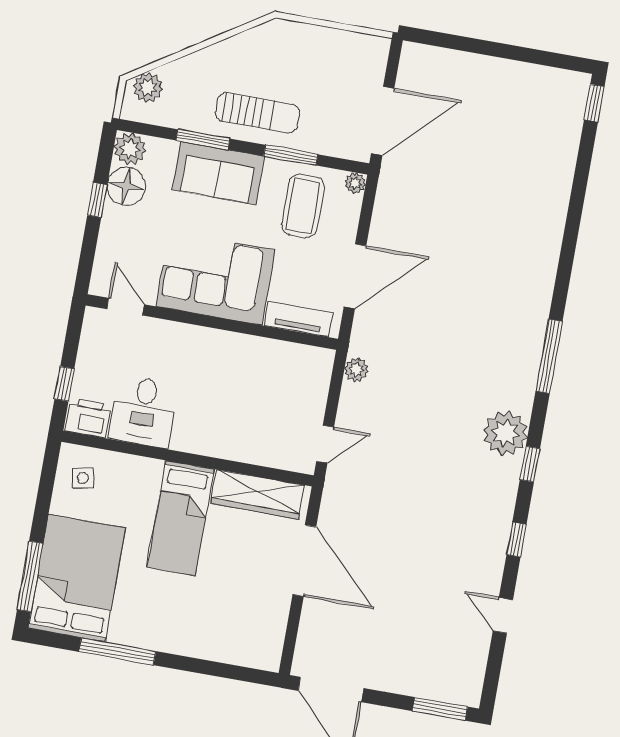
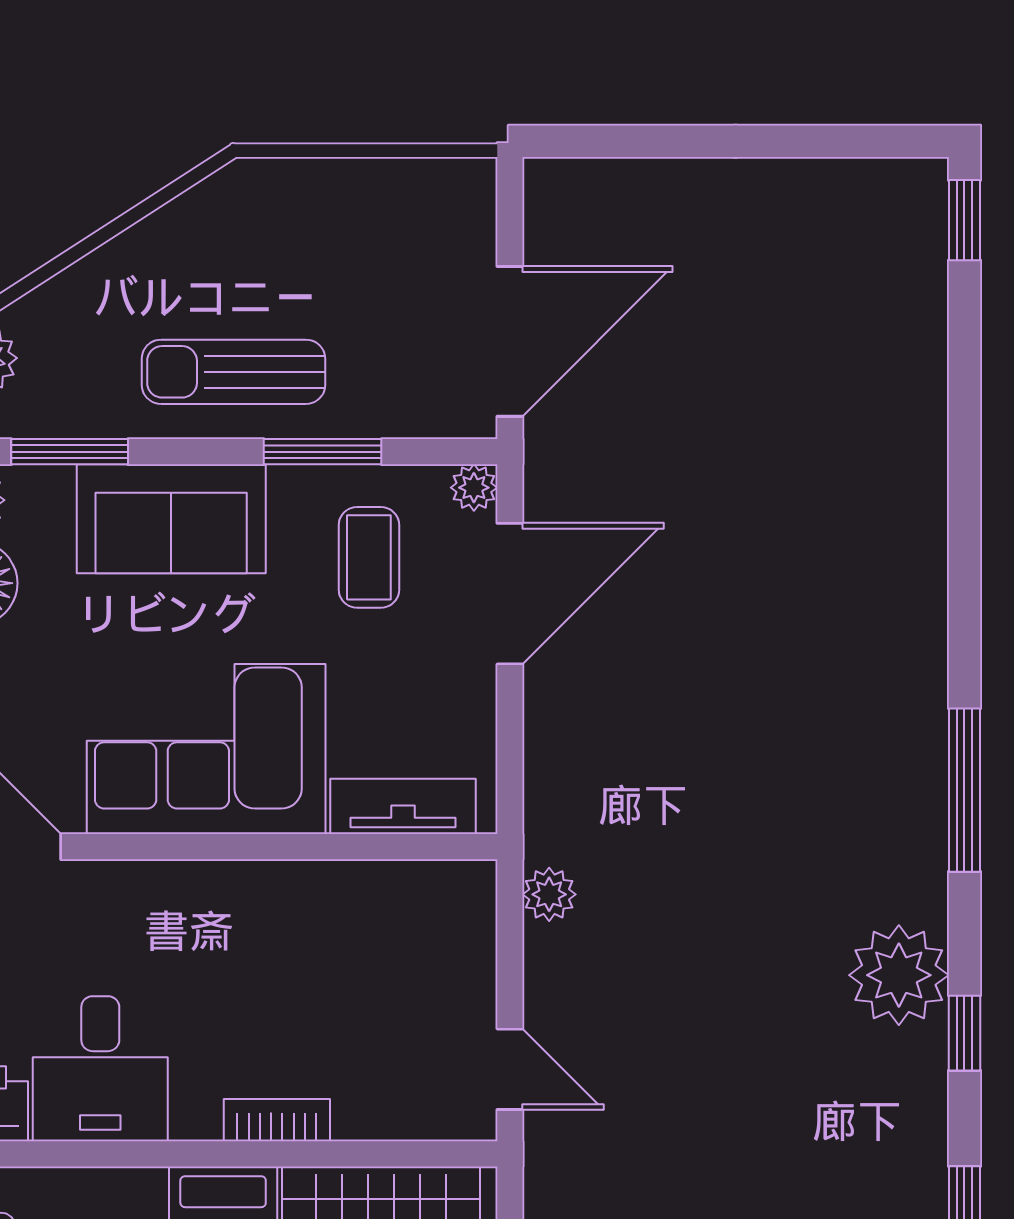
sun lounger: (258, 113) -> (233, 372), turned 180
window: (203, 140) -> (70, 452), moved
coffee table: (303, 206) -> (369, 557), width x0.73, depth x0.77
door: (355, 276) -> (510, 594), moved
door: (325, 444) -> (510, 1069), hinge flipped
bookcase: (218, 448) -> (277, 1120), added

